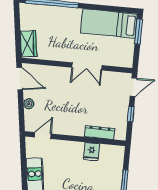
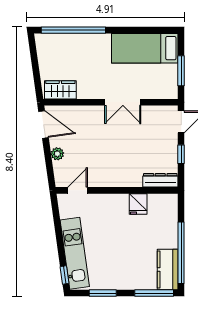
window: (139, 32) -> (181, 71), moved
wardrobe: (28, 44) -> (60, 90), moved, turned -82
dresser: (100, 133) -> (160, 180), moved

